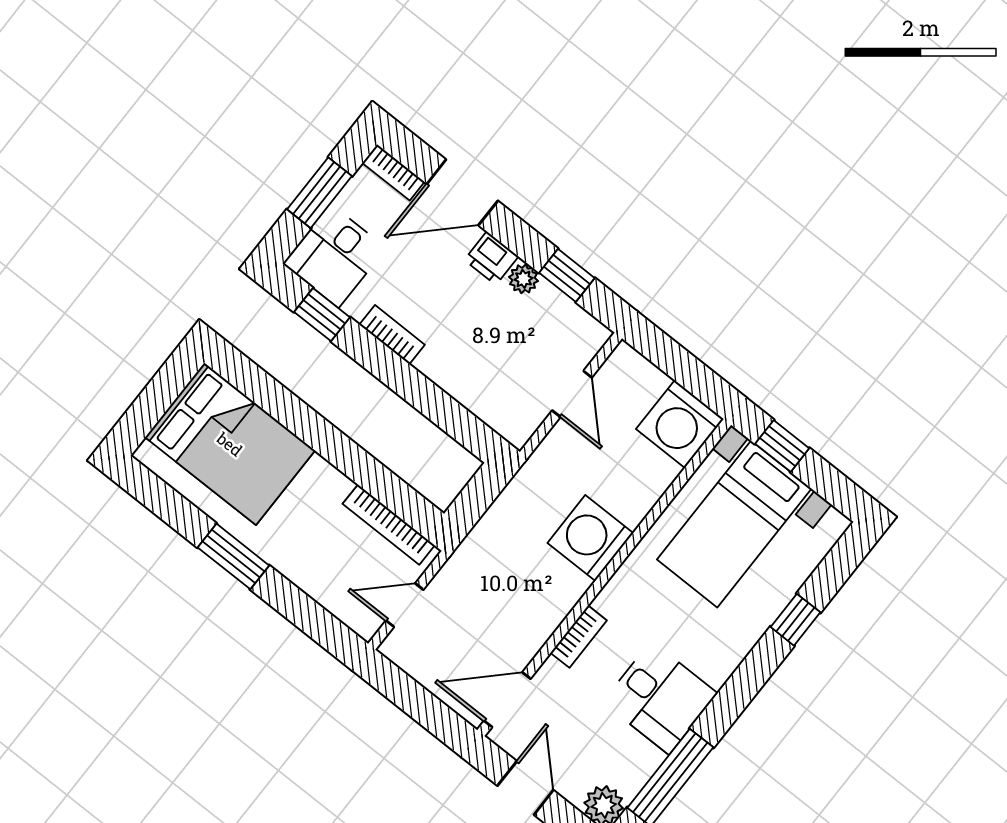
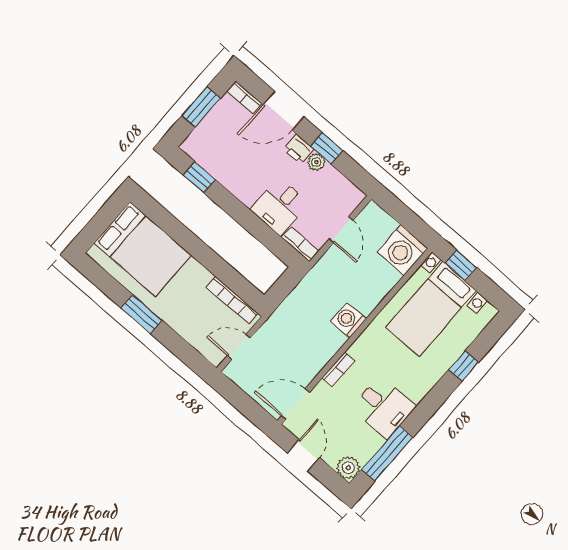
desk: (334, 256) -> (280, 206), moved
window: (567, 275) -> (327, 148), moved
bookcase: (392, 335) -> (301, 244), moved
washing machine: (590, 538) -> (348, 320), width x0.73, depth x0.73

